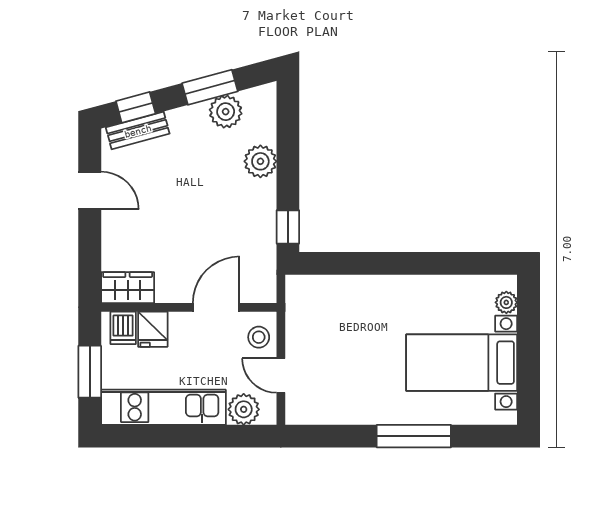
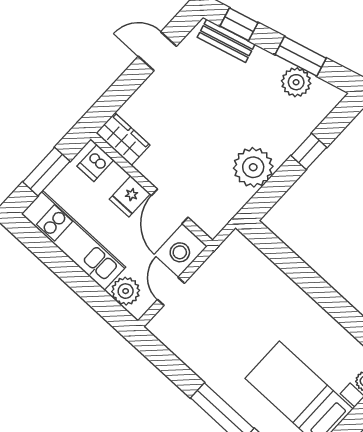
plant: (260, 161) -> (253, 167), moved, width x1.36, depth x1.36
door: (90, 190) -> (157, 51), swing flipped
window: (288, 227) -> (309, 151), moved
door: (216, 307) -> (170, 206), swing flipped
fridge: (153, 329) -> (130, 196), moved

